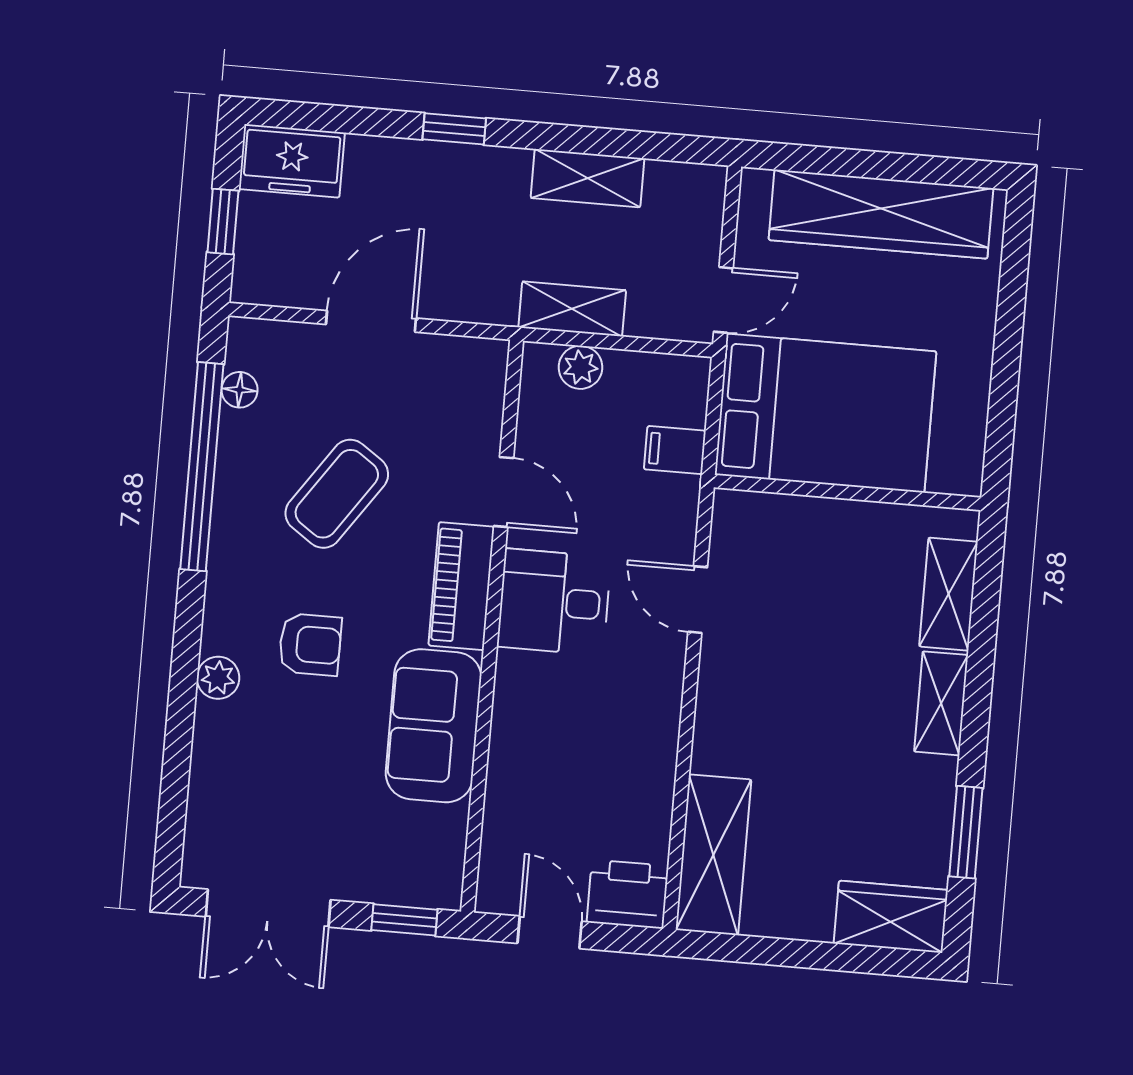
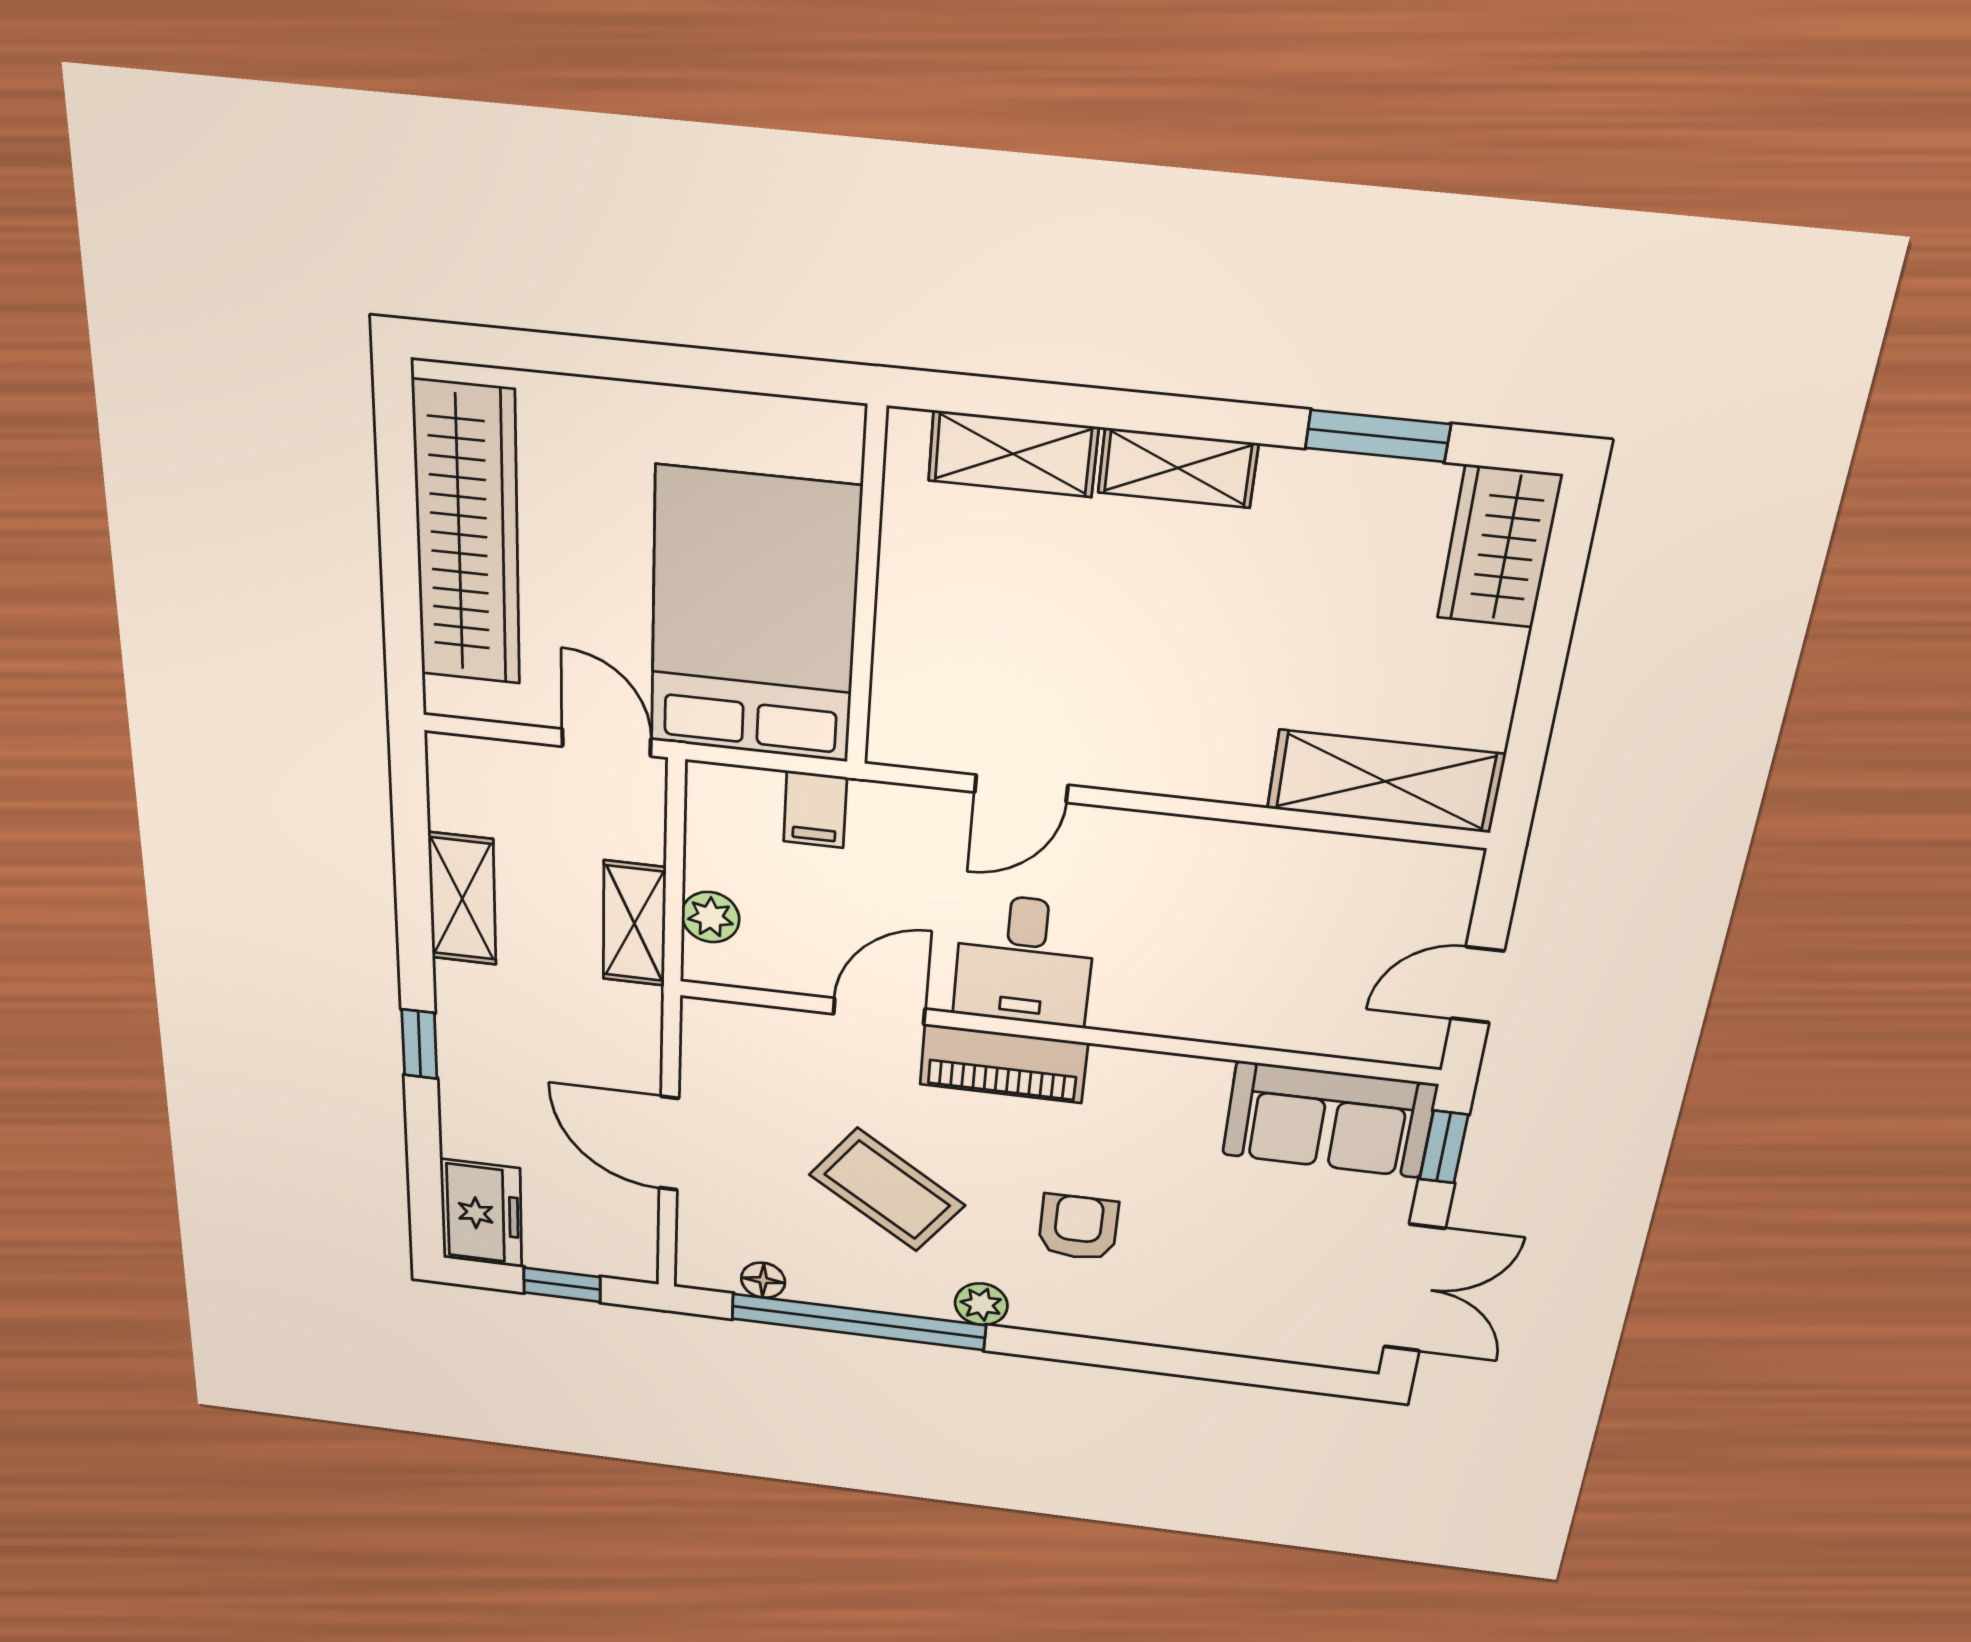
plant: (218, 678) -> (981, 1304), moved
sofa: (434, 726) -> (1329, 1120), moved
printer: (628, 894) -> (1433, 890), removed

